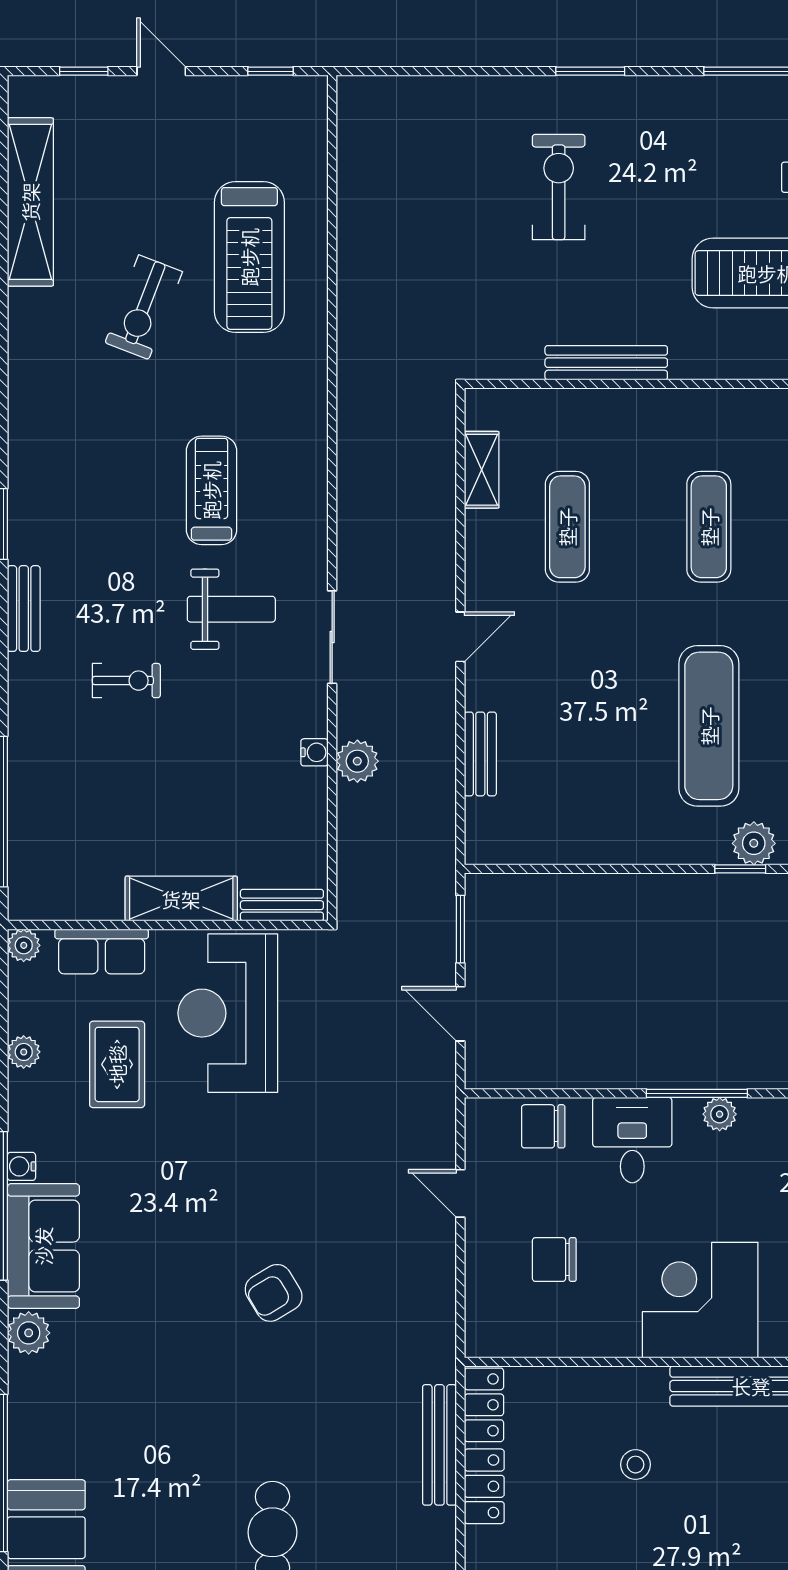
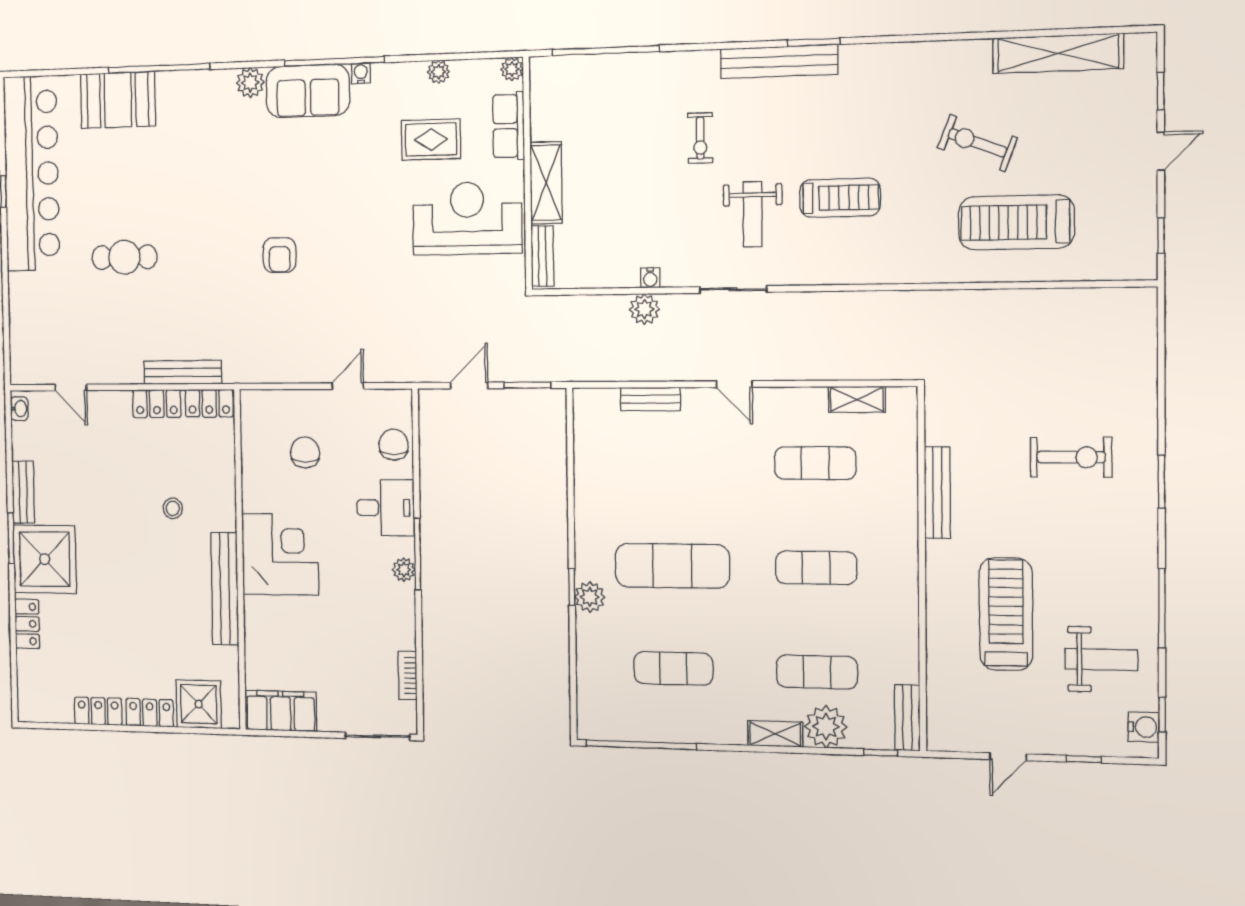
bench: (24, 609) -> (779, 62), width x1.86, depth x1.21
armchair: (274, 1293) -> (280, 255), turned -149

